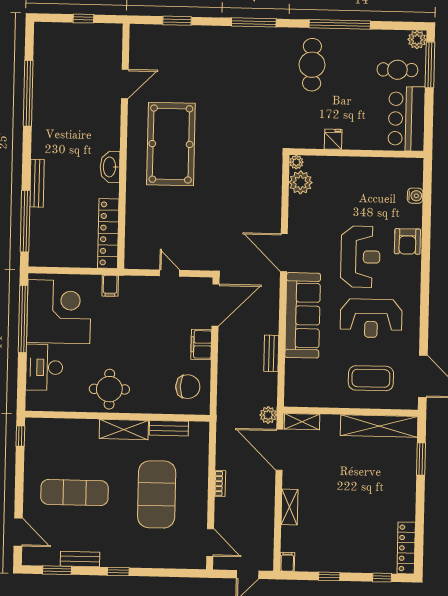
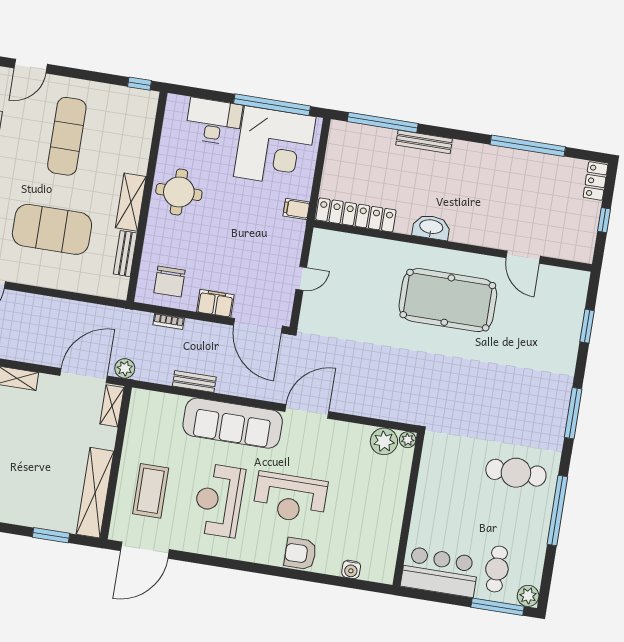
locker: (51, 30) -> (595, 181), added
fridge: (333, 139) -> (428, 485), removed
bookcase: (220, 483) -> (169, 321), moved

